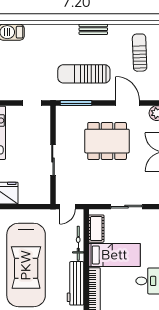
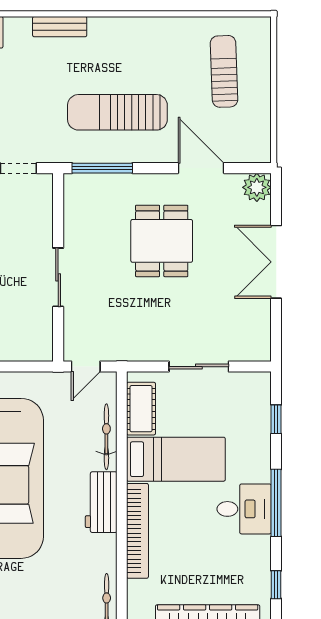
bench: (93, 29) -> (60, 27), moved
dining table: (107, 141) -> (162, 241), width x0.73
workbench: (75, 283) -> (101, 502), width x0.73

